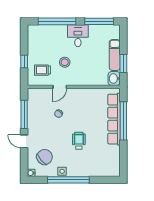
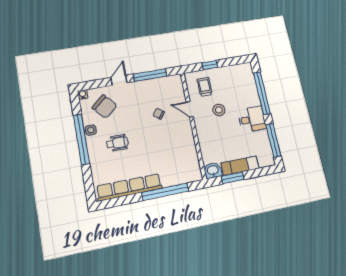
row of seats: (114, 119) -> (129, 187), moved
wheelchair: (79, 141) -> (117, 143), moved

